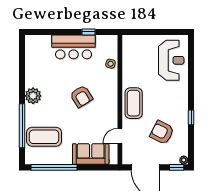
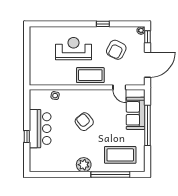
window: (88, 32) -> (27, 137), moved
reception desk: (171, 60) -> (74, 49), moved
armchair: (81, 96) -> (84, 122), turned -97
coffee table: (44, 137) -> (120, 155), turned 90
window: (54, 167) -> (148, 125), moved

